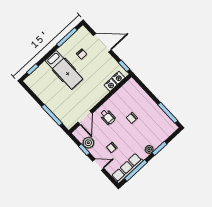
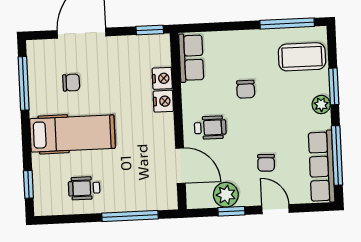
nightstand: (118, 78) -> (163, 101), moved
row of seats: (127, 89) -> (191, 58), added
wheelchair: (48, 90) -> (84, 188), added
coffee table: (160, 128) -> (302, 57), added
door: (98, 165) -> (275, 209), hinge flipped

